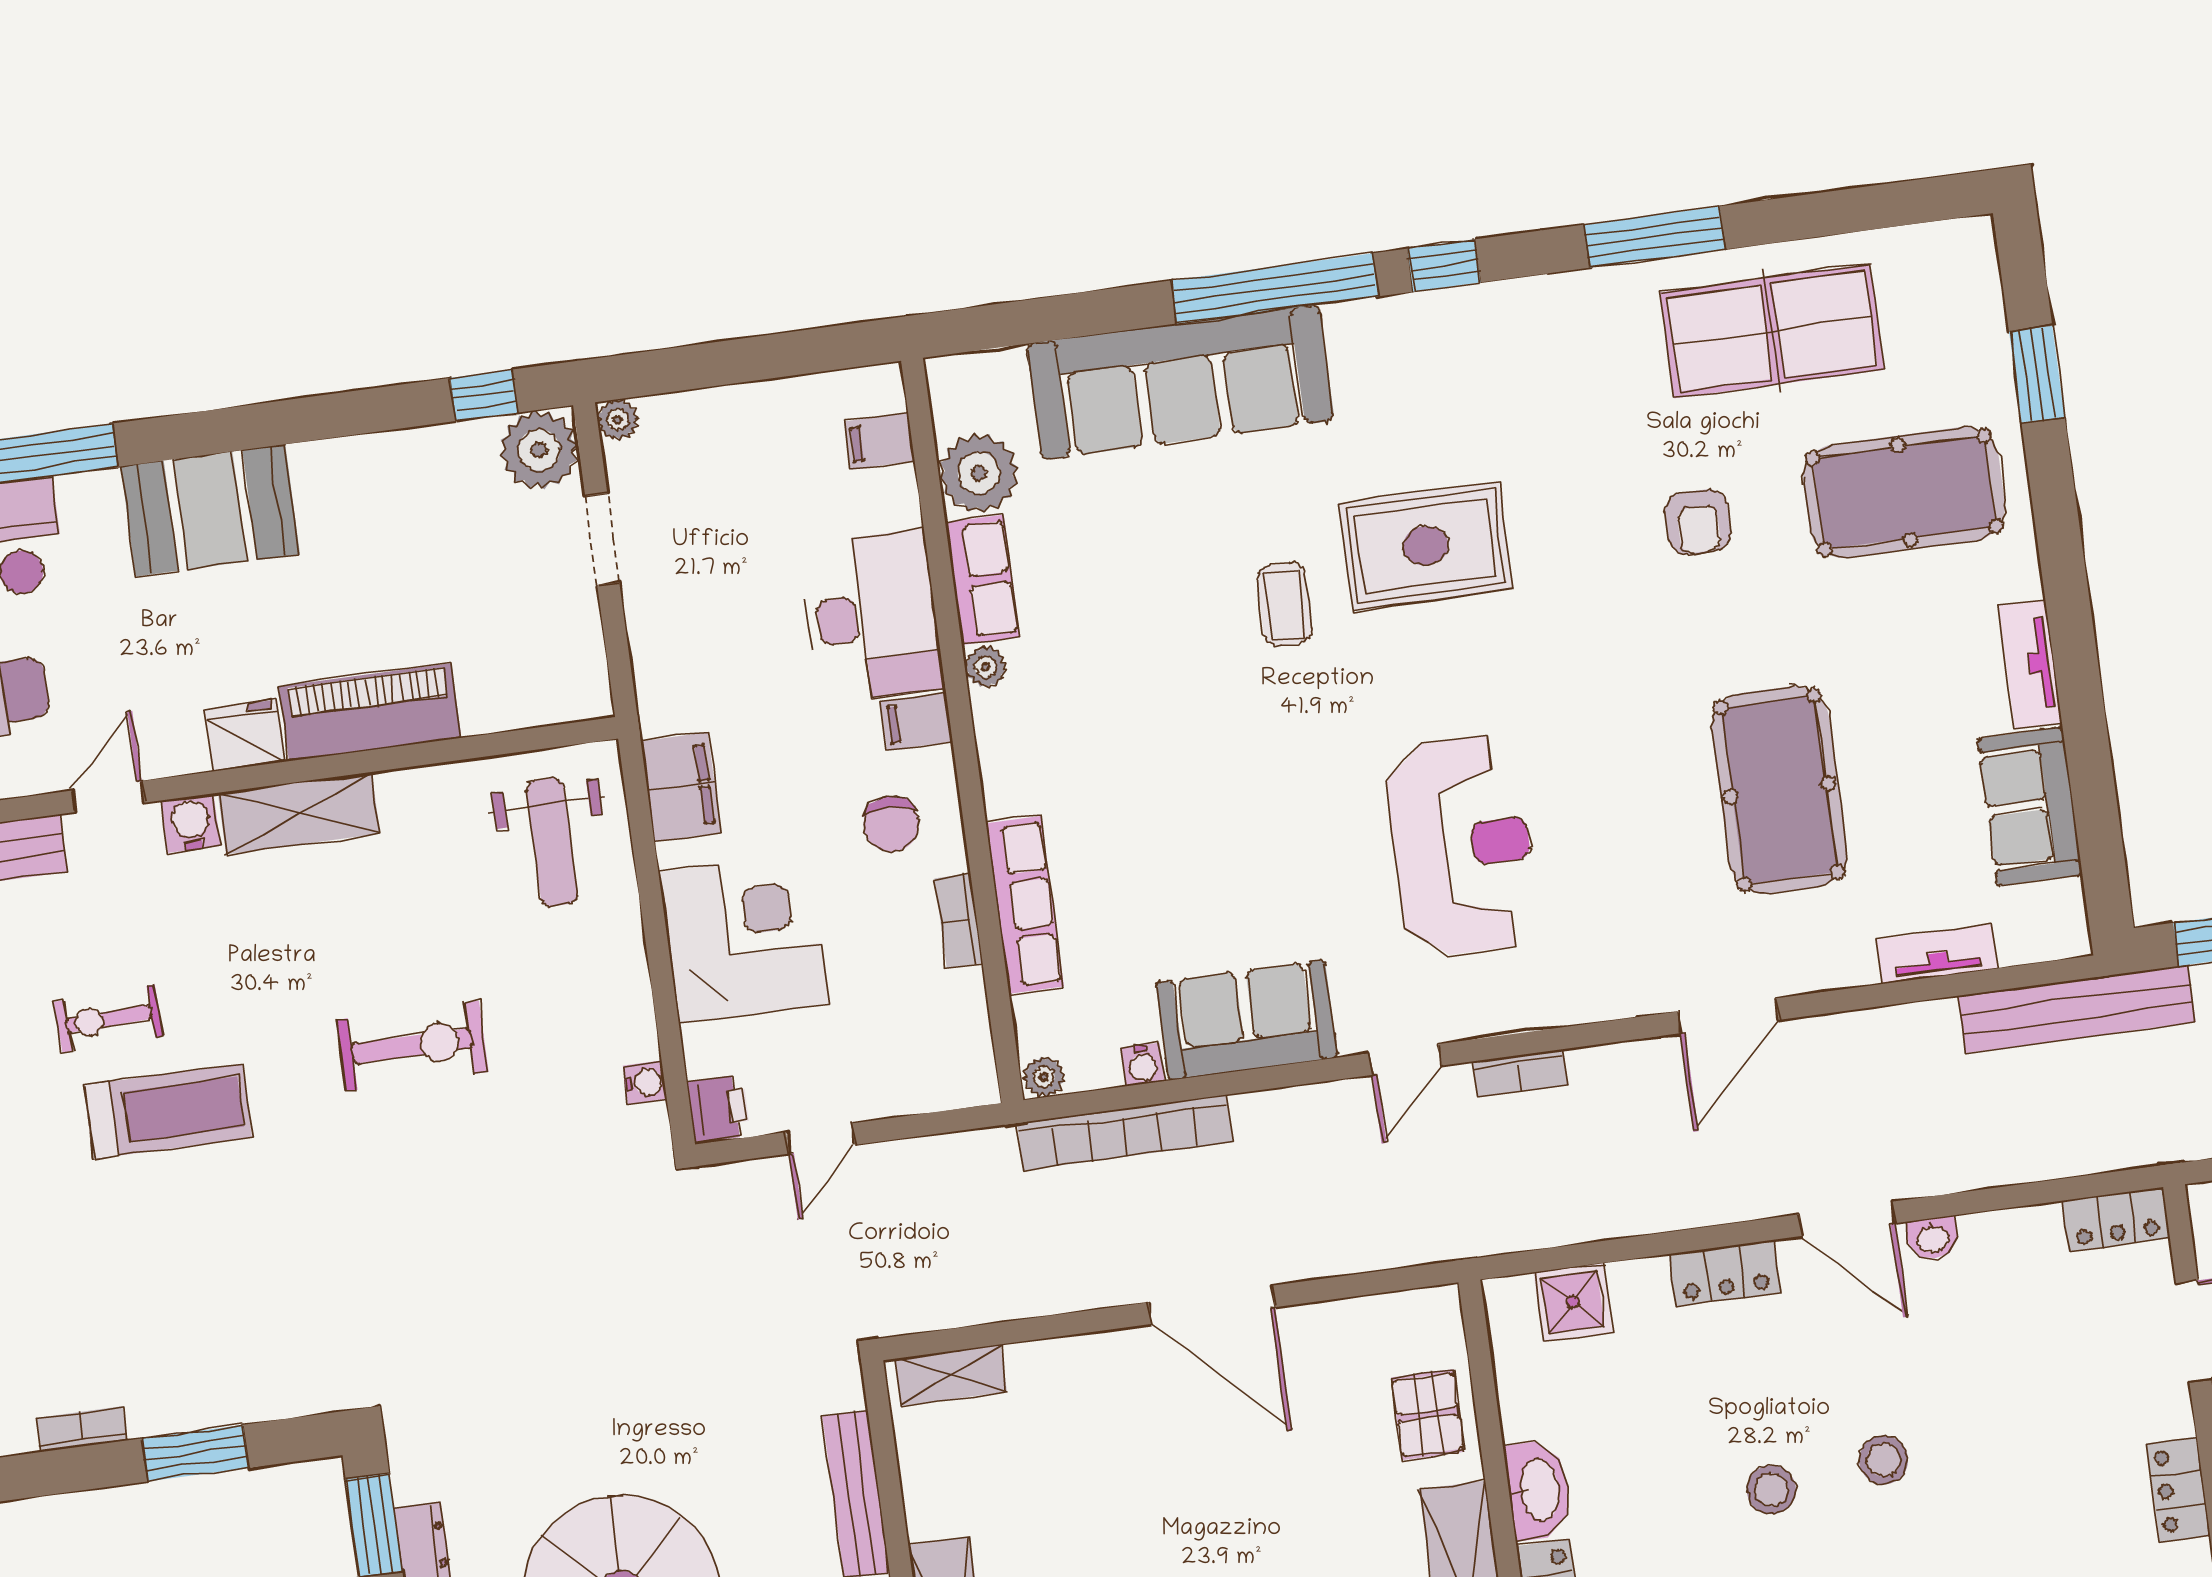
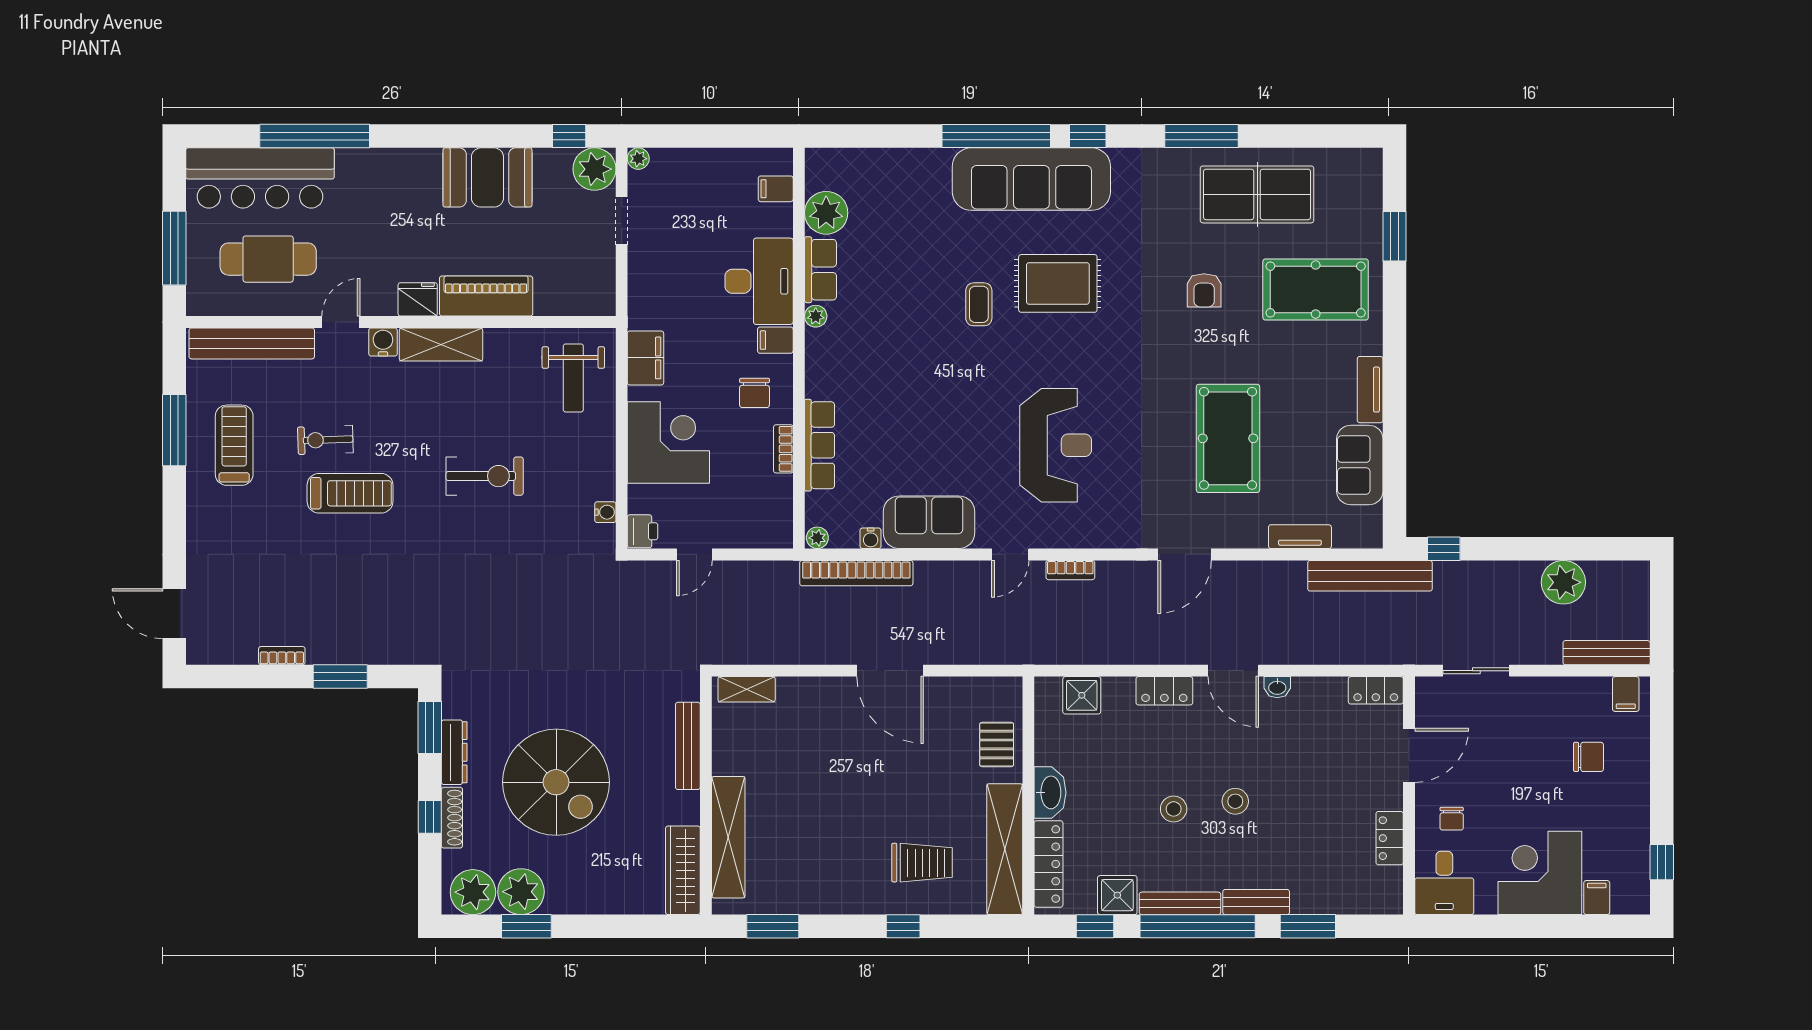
sofa: (1180, 382) -> (1031, 179), moved
booth: (210, 510) -> (487, 177), moved

